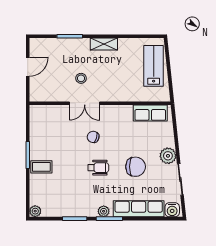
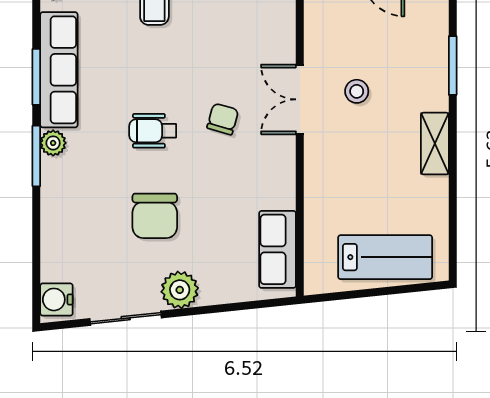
wheelchair: (98, 168) -> (153, 131), turned 90
row of seats: (139, 209) -> (59, 70), moved

